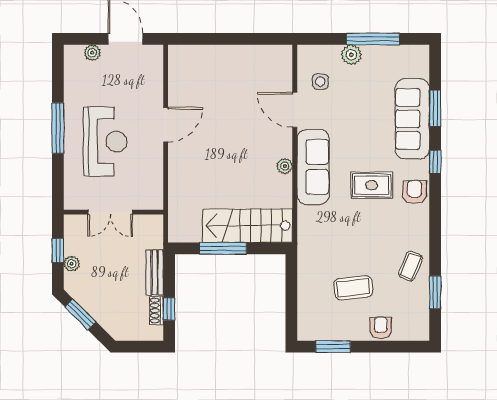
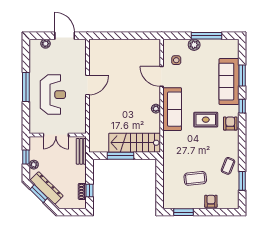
bench: (155, 272) -> (81, 151), moved
dresser: (94, 305) -> (47, 188), added

